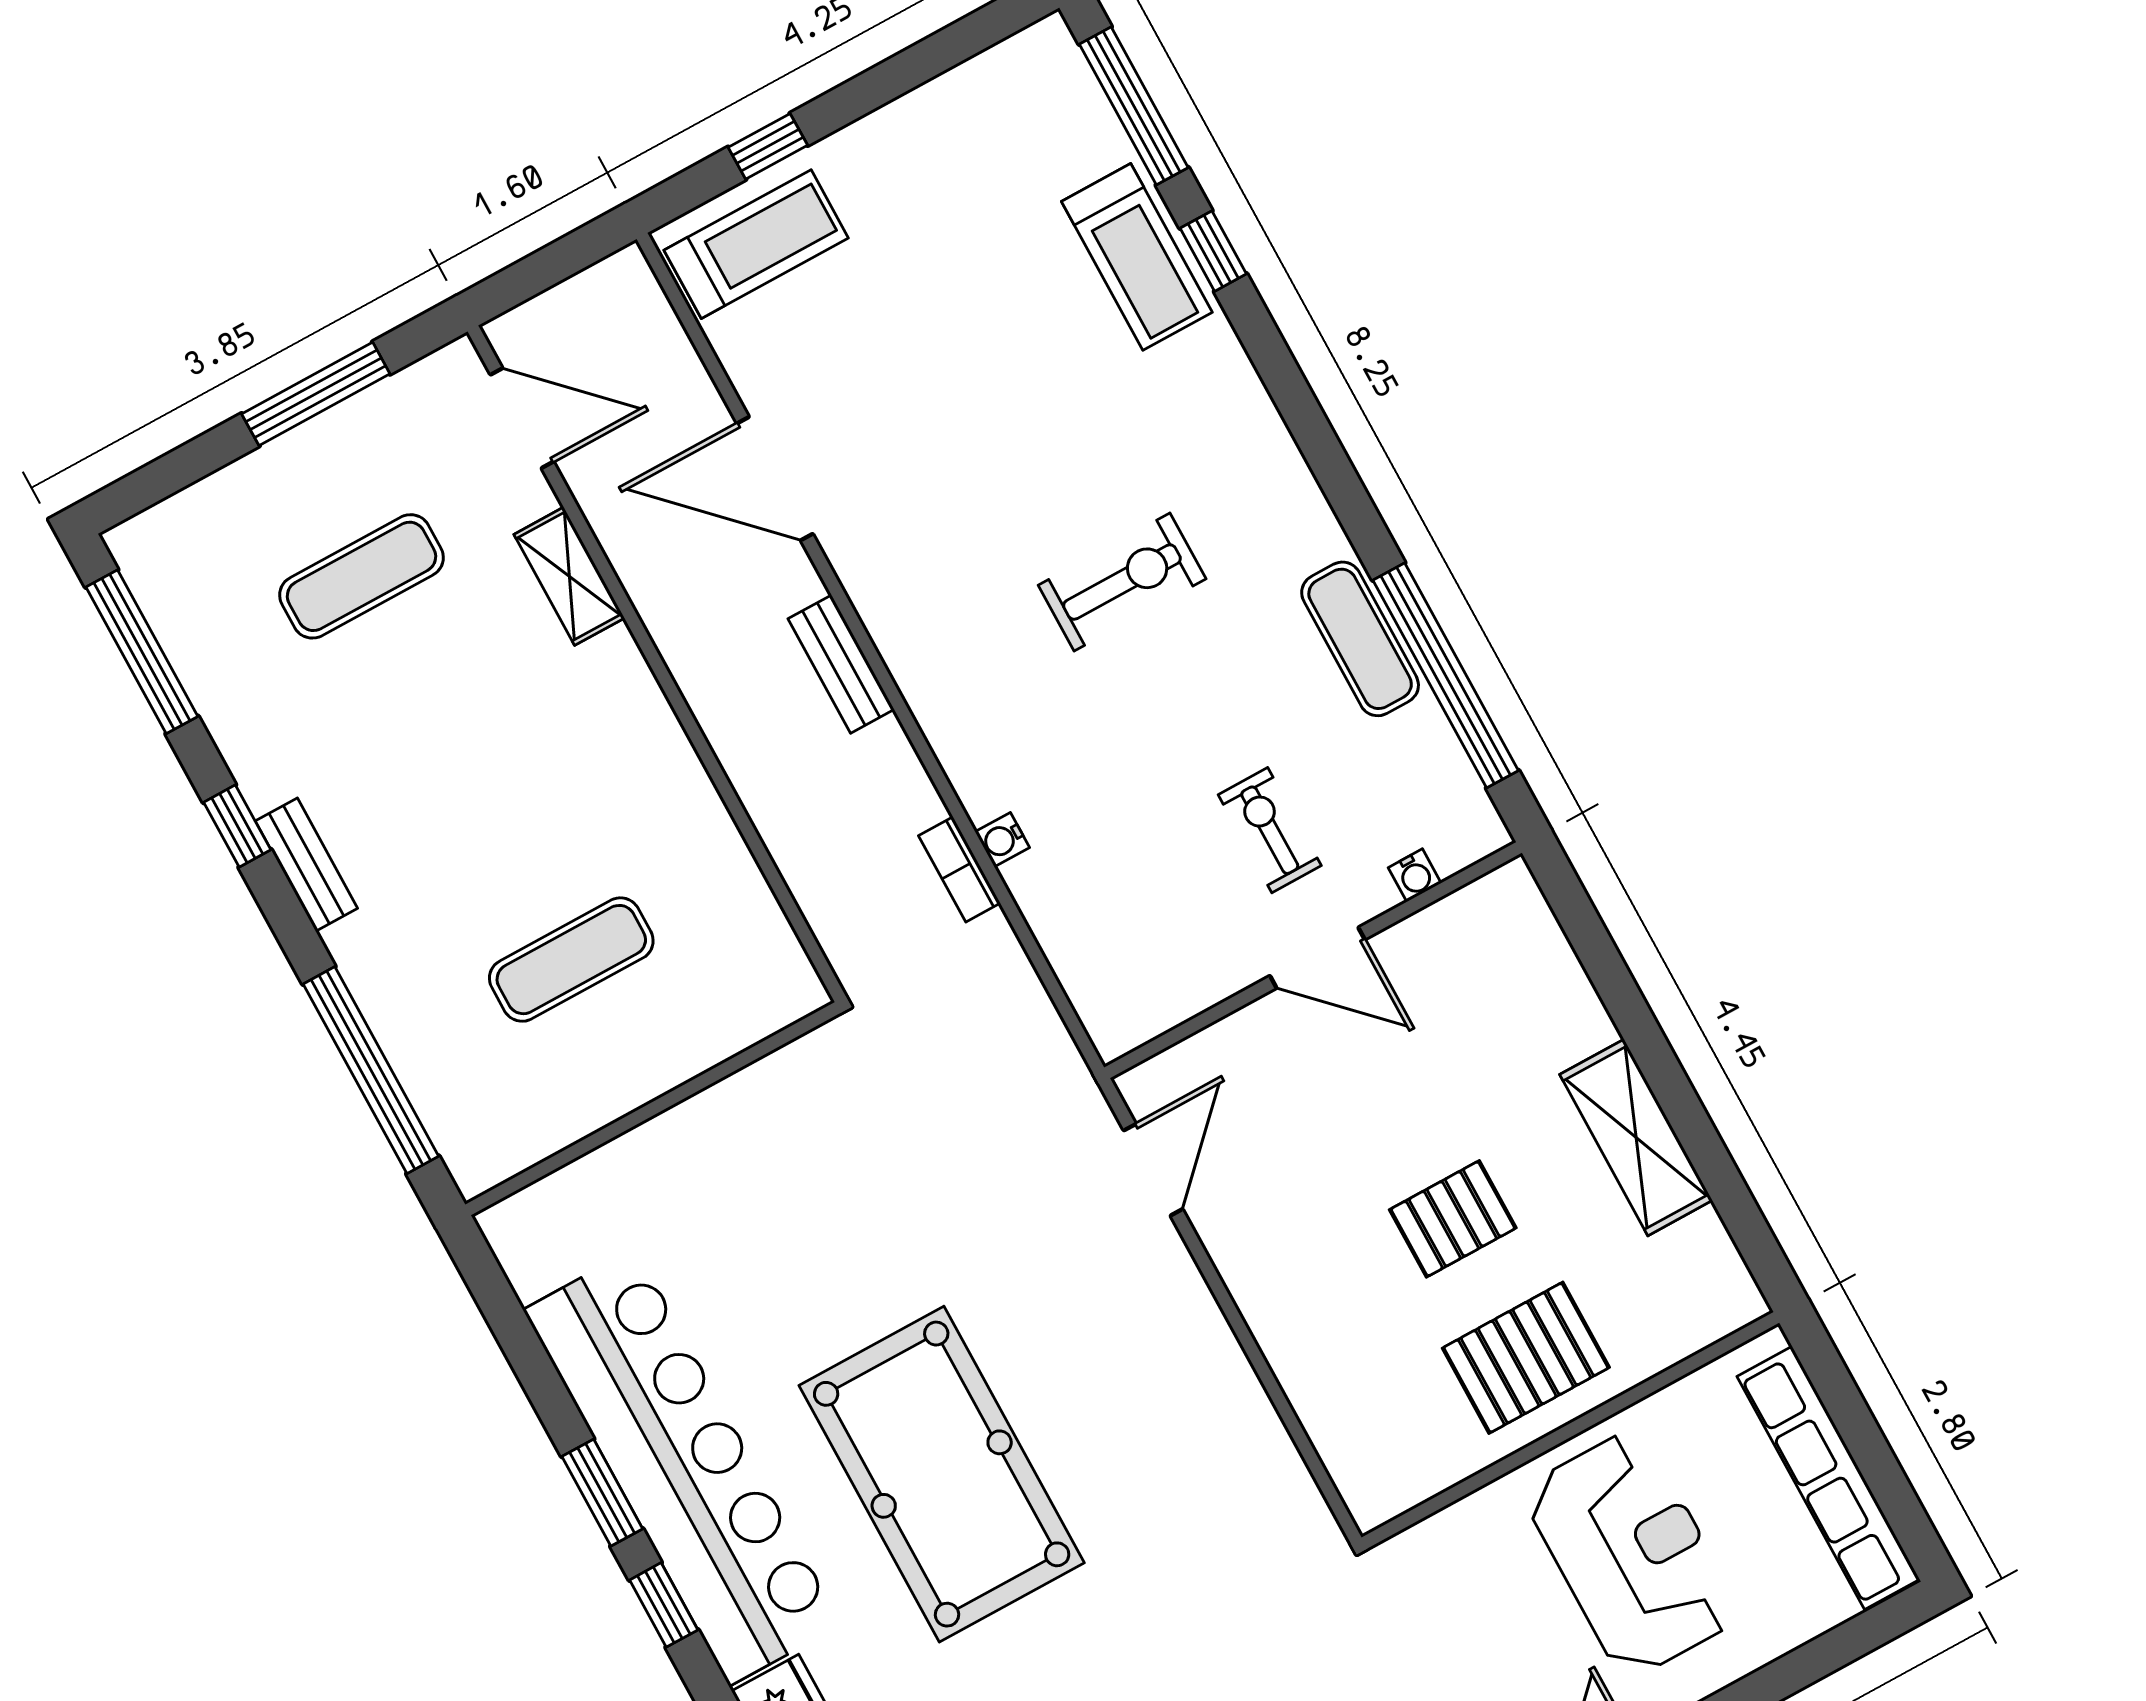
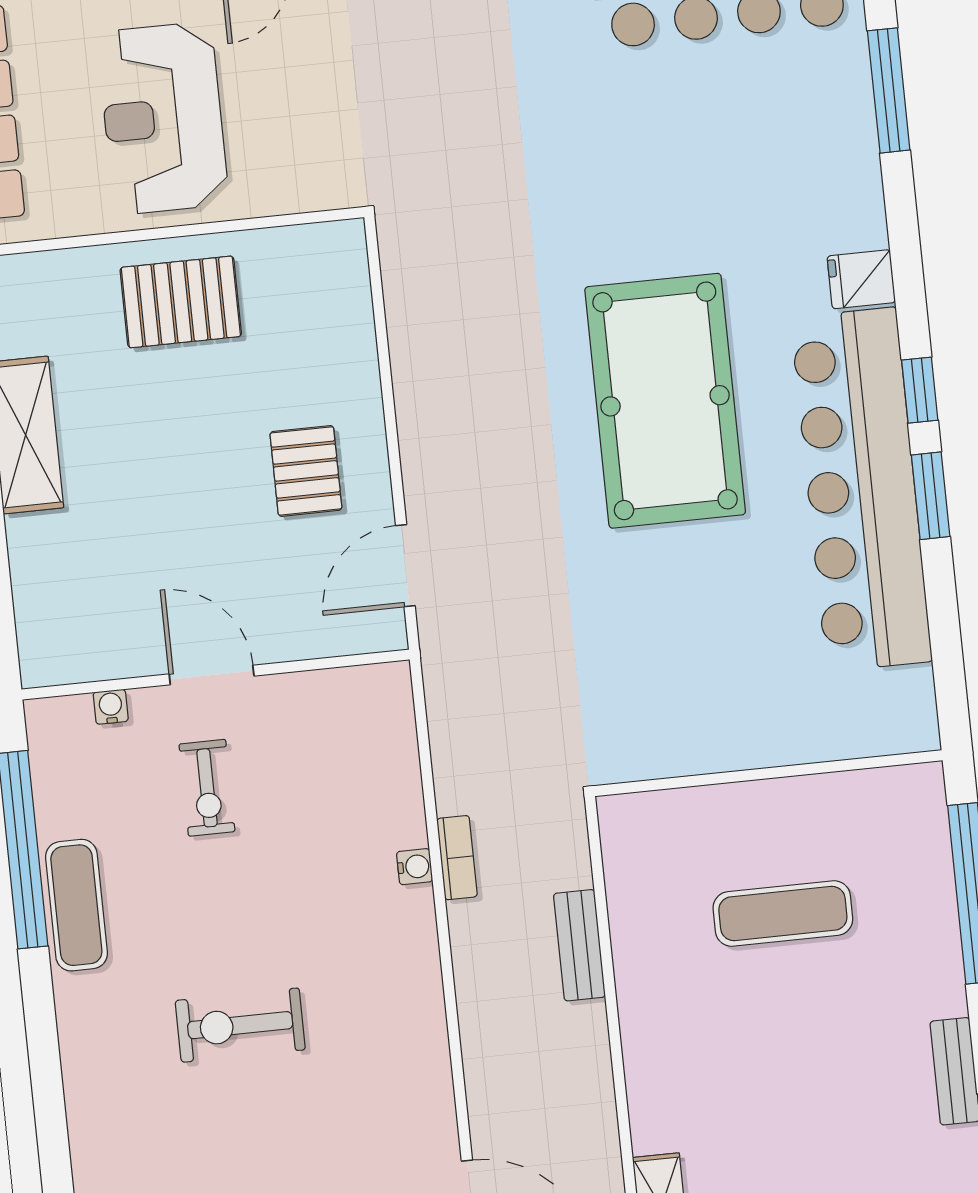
bench: (841, 664) -> (579, 945), moved
pallet: (1453, 1219) -> (306, 471), moved, turned 90

